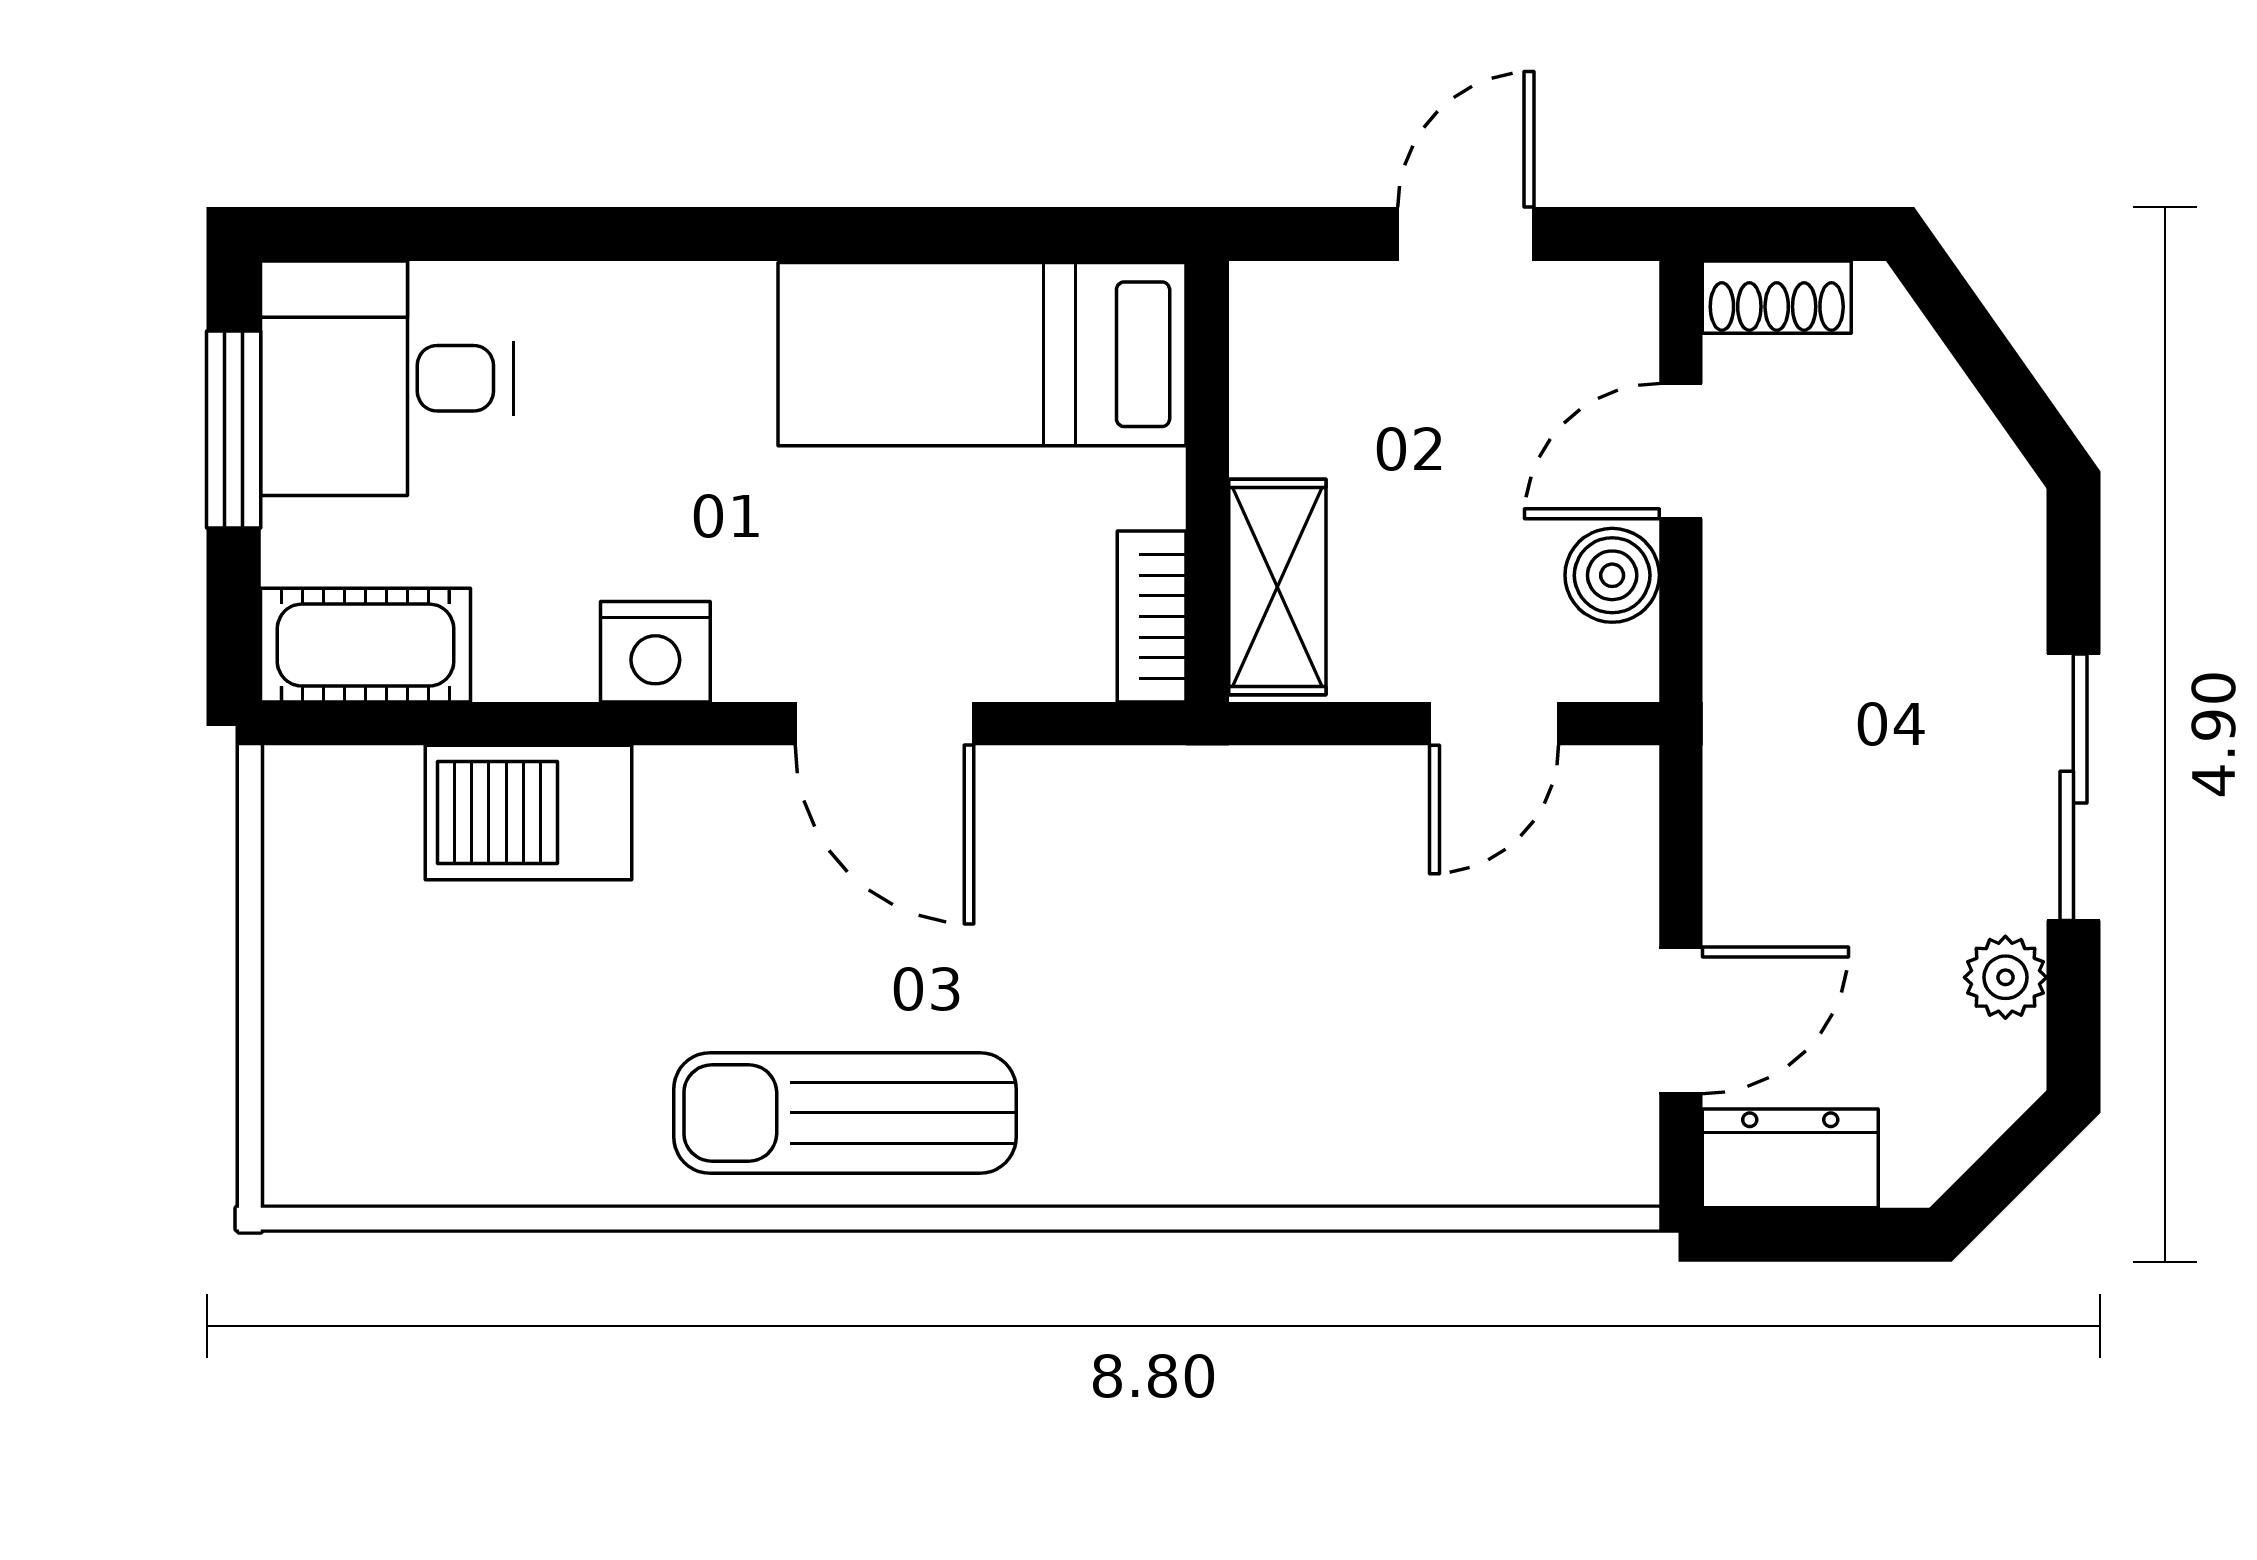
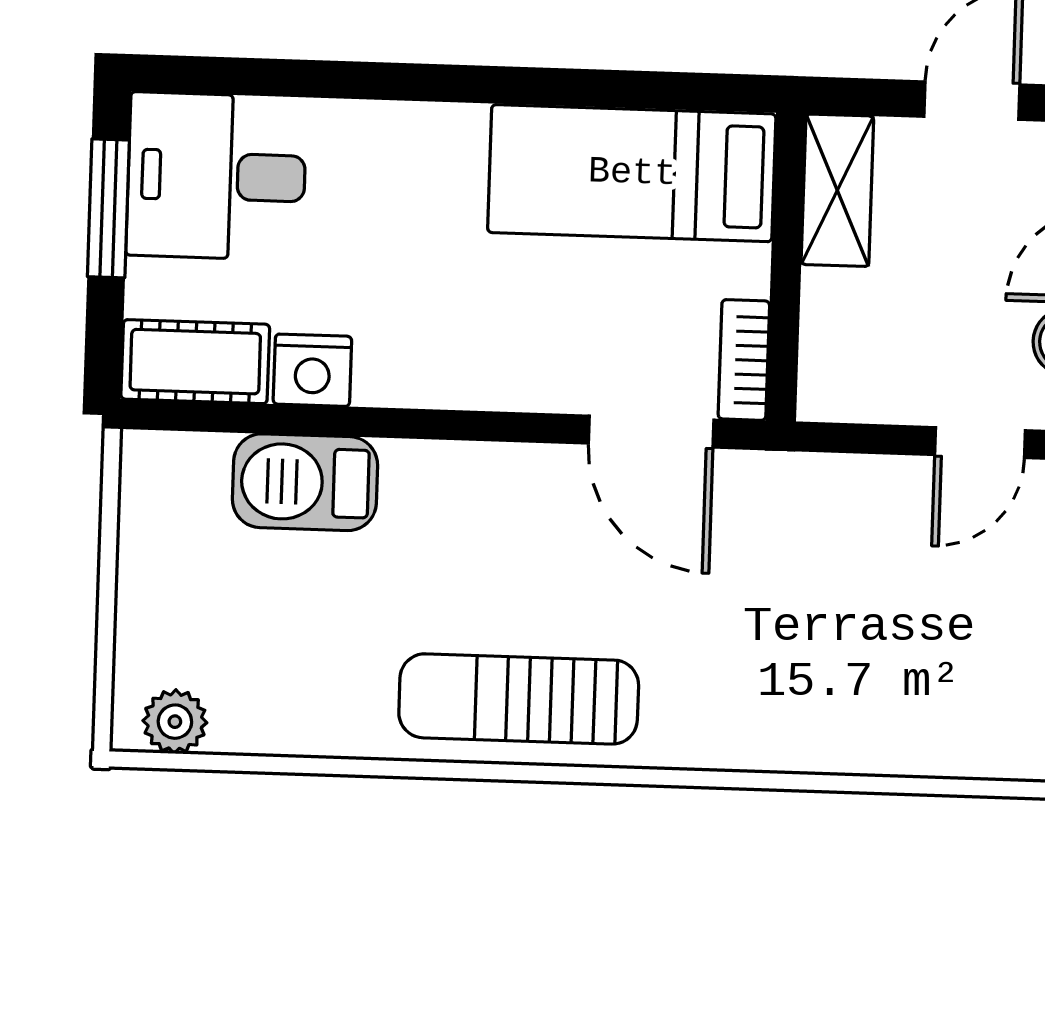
shelving: (1277, 587) -> (837, 190), moved
nightstand: (655, 652) -> (312, 370), moved
door: (884, 724) -> (651, 432), moved
plant: (353, 1162) -> (175, 722), added

